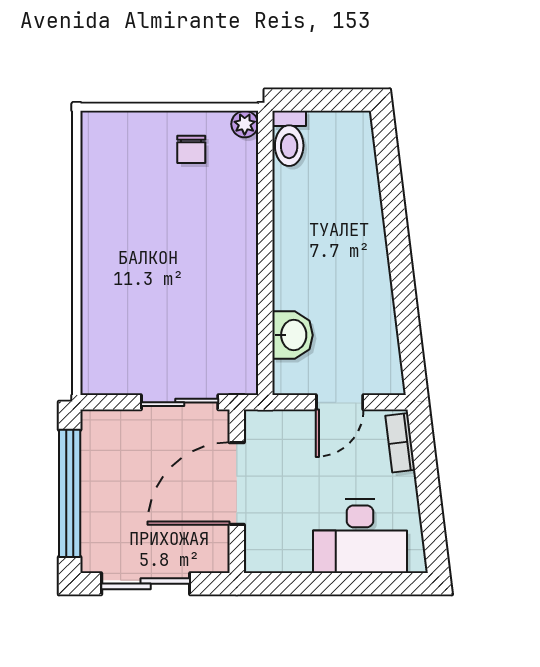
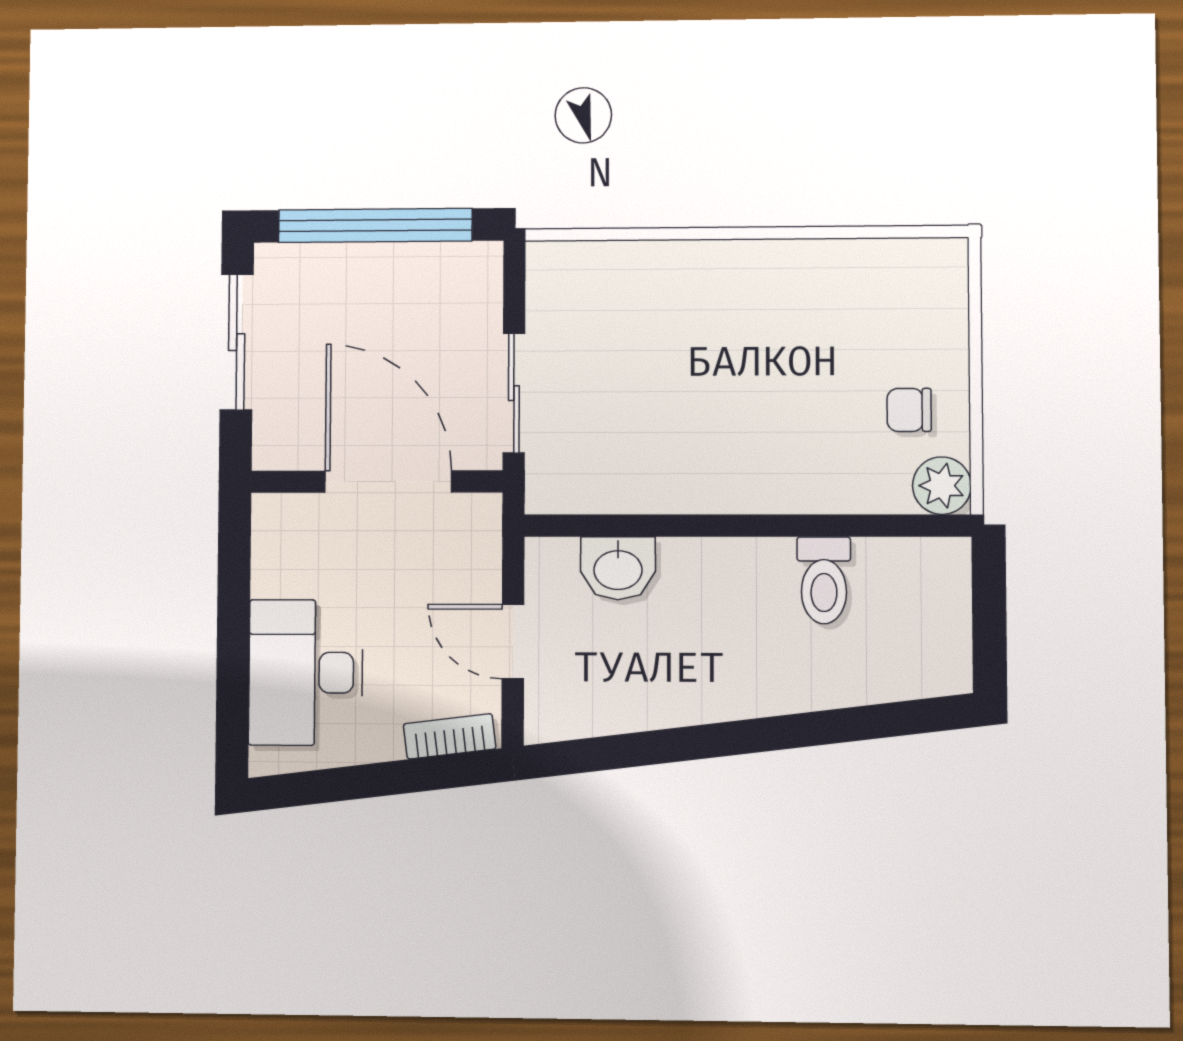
plant: (245, 124) -> (942, 486), width x1.38, depth x1.38
toilet: (289, 138) -> (824, 580), moved, turned -90

